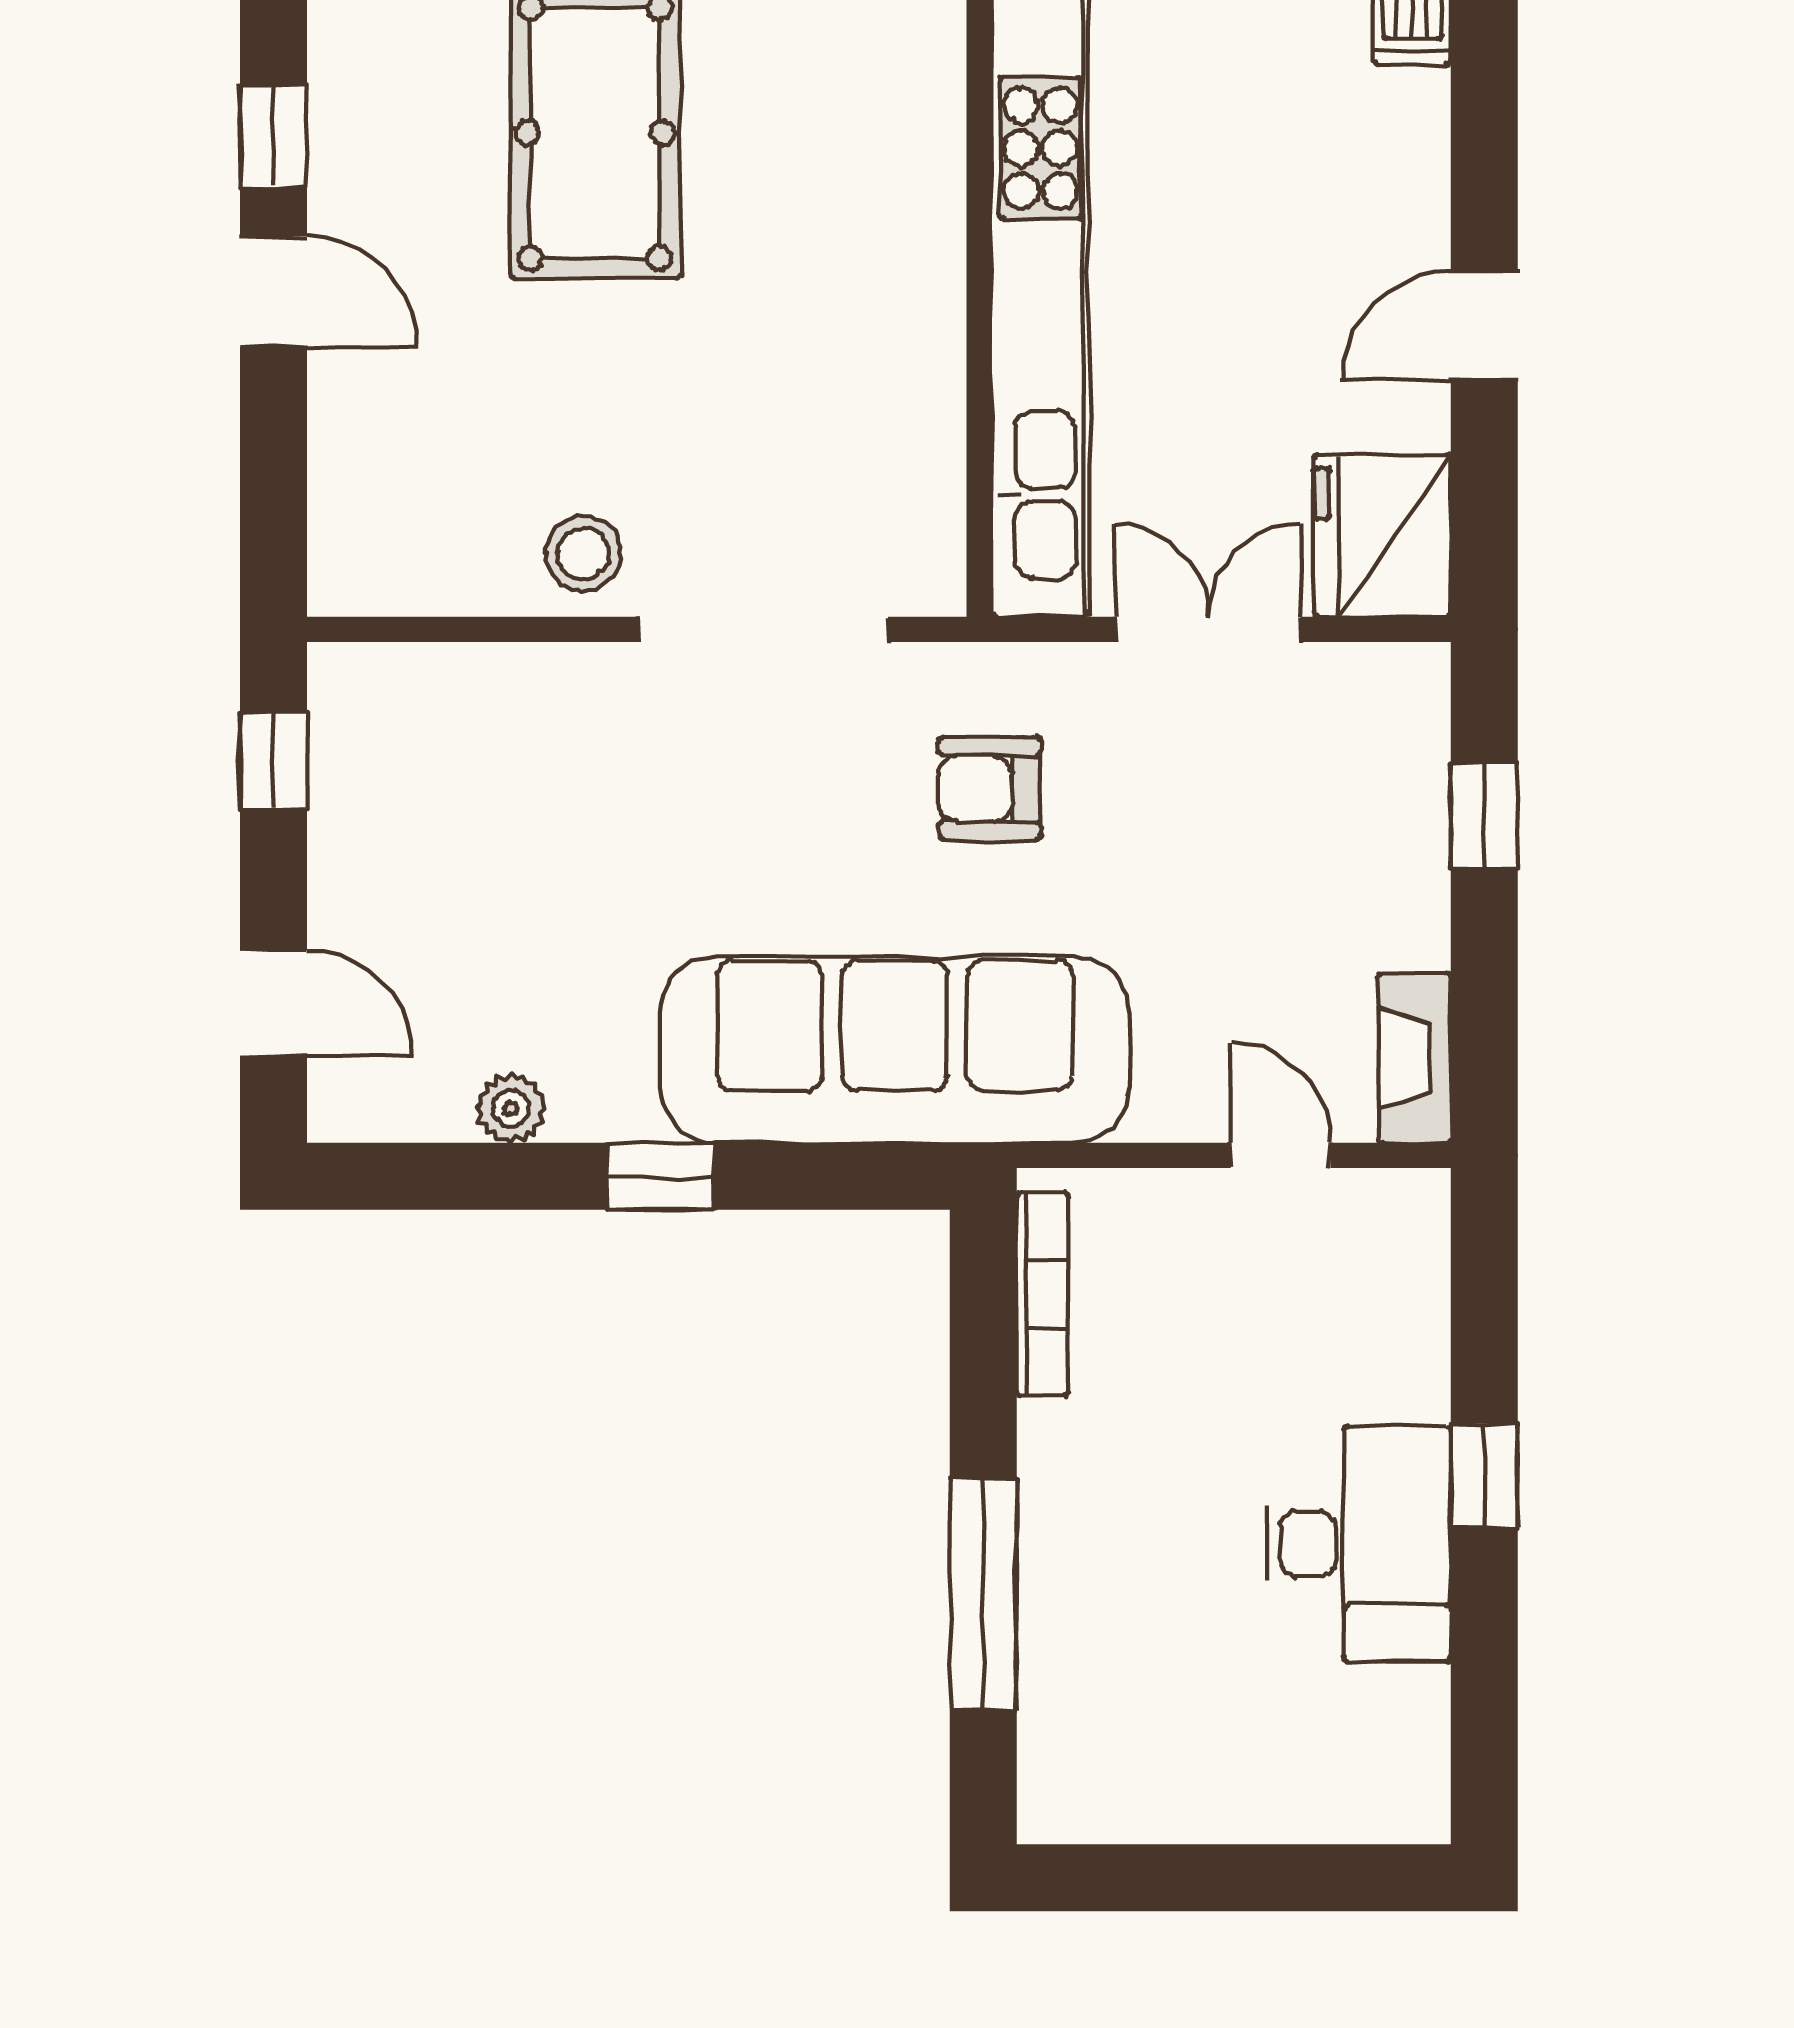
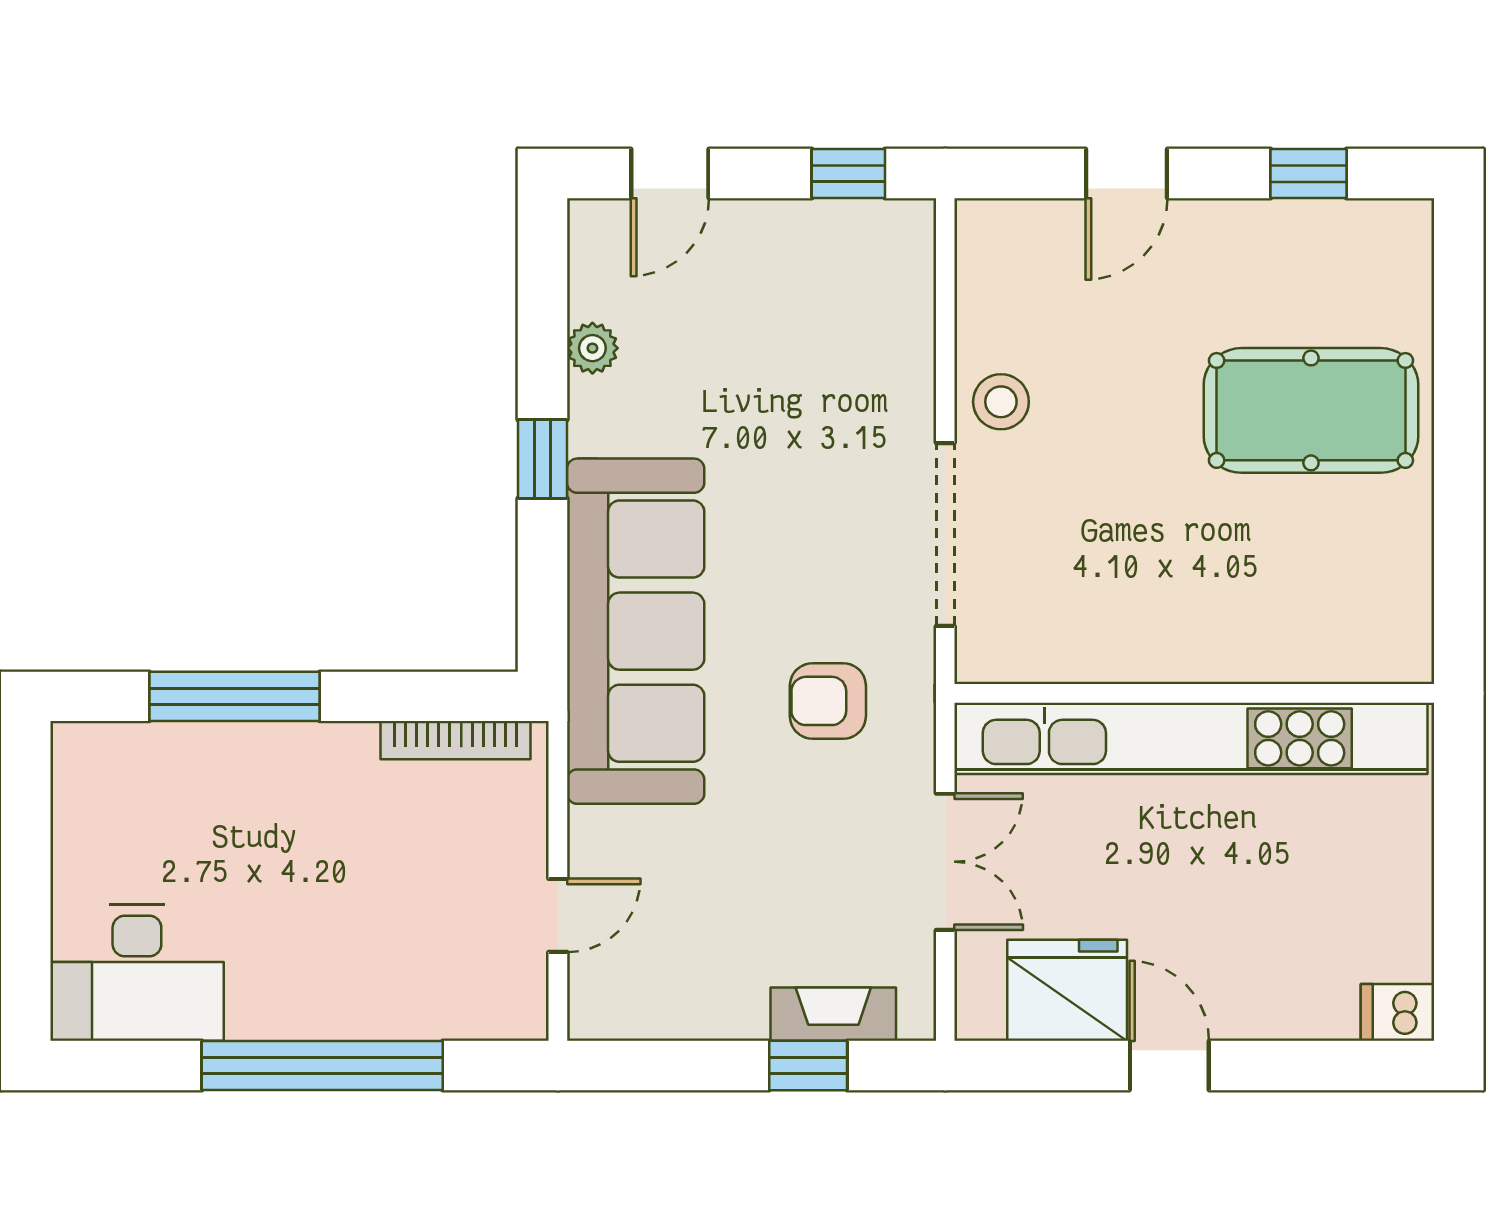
door: (274, 292) -> (1126, 174), moved
fridge: (1382, 536) -> (1067, 990), moved
armchair: (990, 789) -> (828, 701), turned -90
fireplace: (1415, 1058) -> (833, 1014), moved
window: (1484, 1475) -> (322, 1065), width x3.17
desk: (1359, 1544) -> (137, 973), moved

